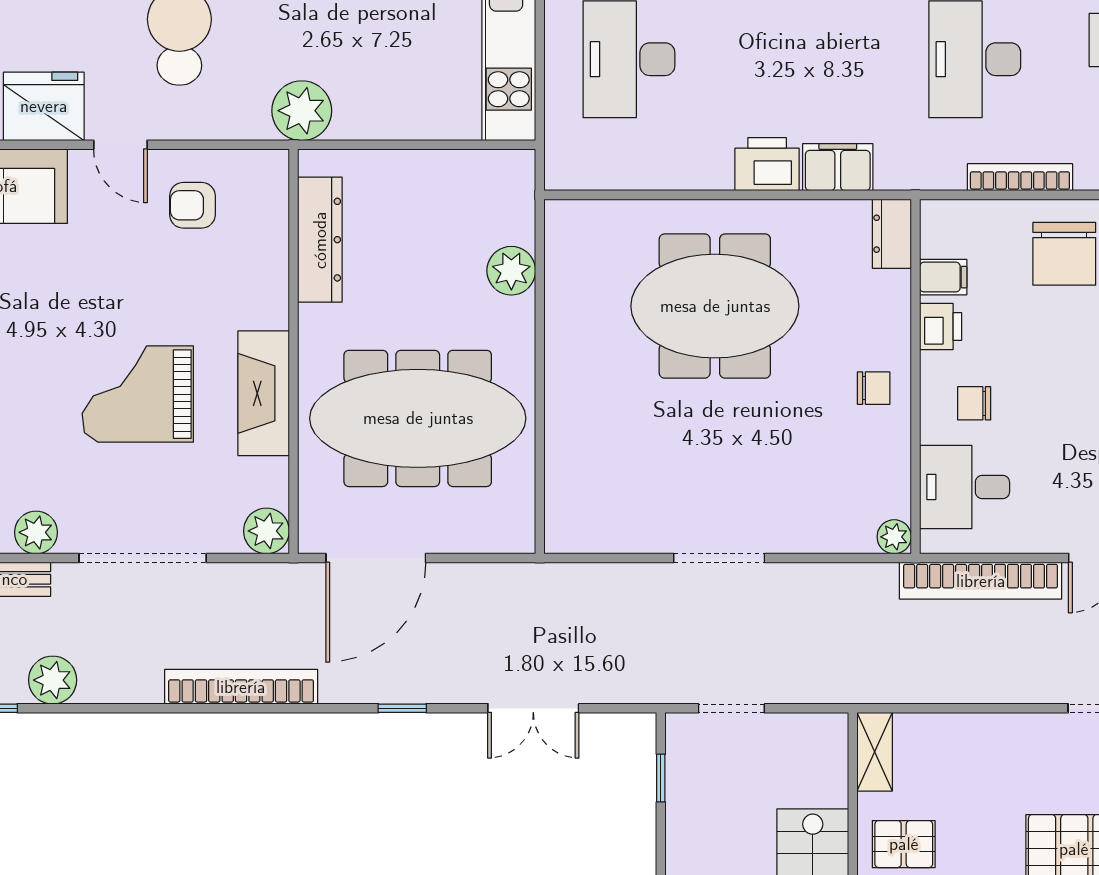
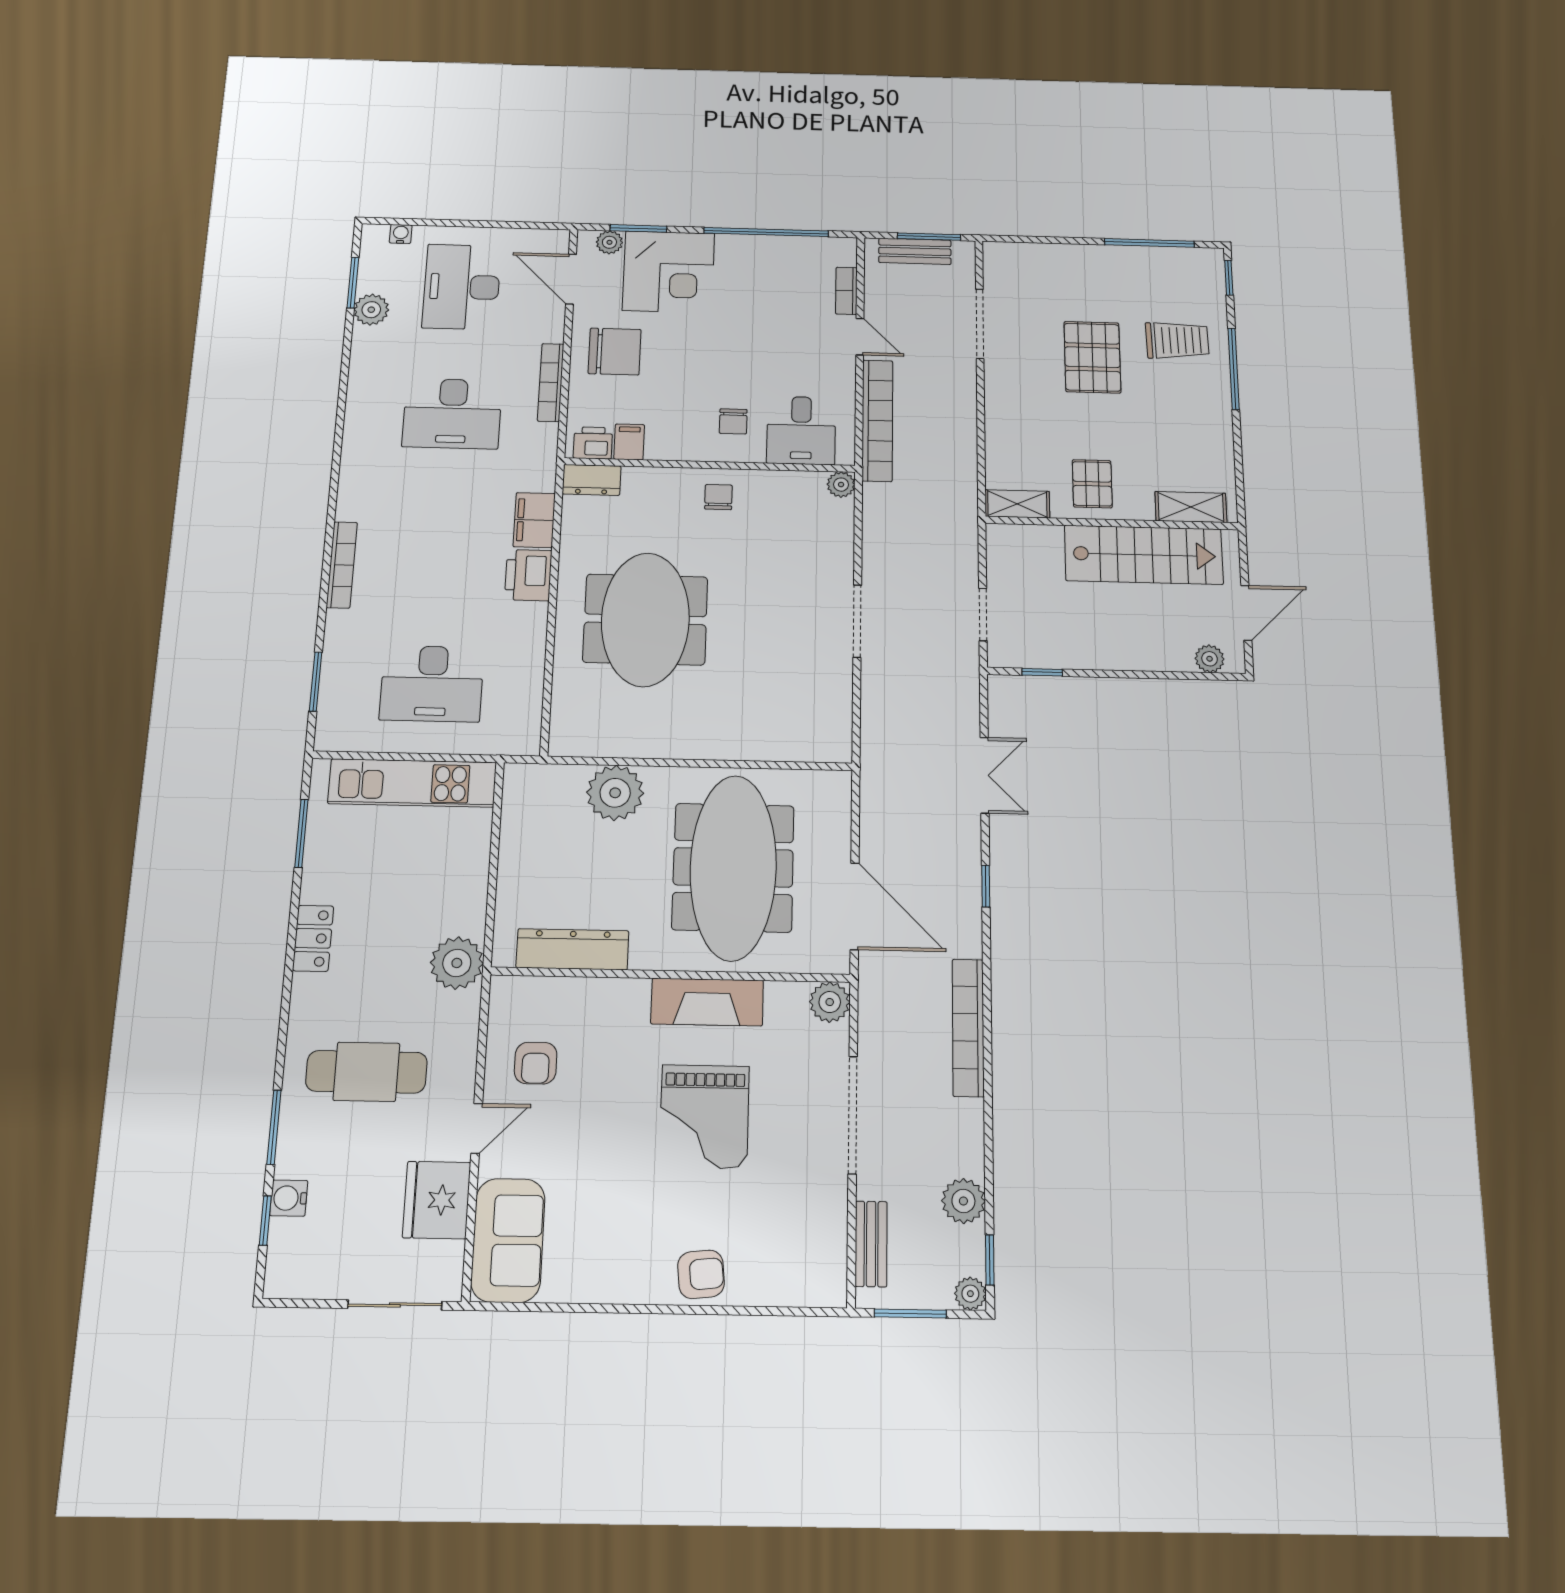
plant: (511, 271) -> (615, 793), width x1.36, depth x1.36
printer: (941, 327) -> (593, 443), moved
plant: (36, 532) -> (828, 1214), removed

